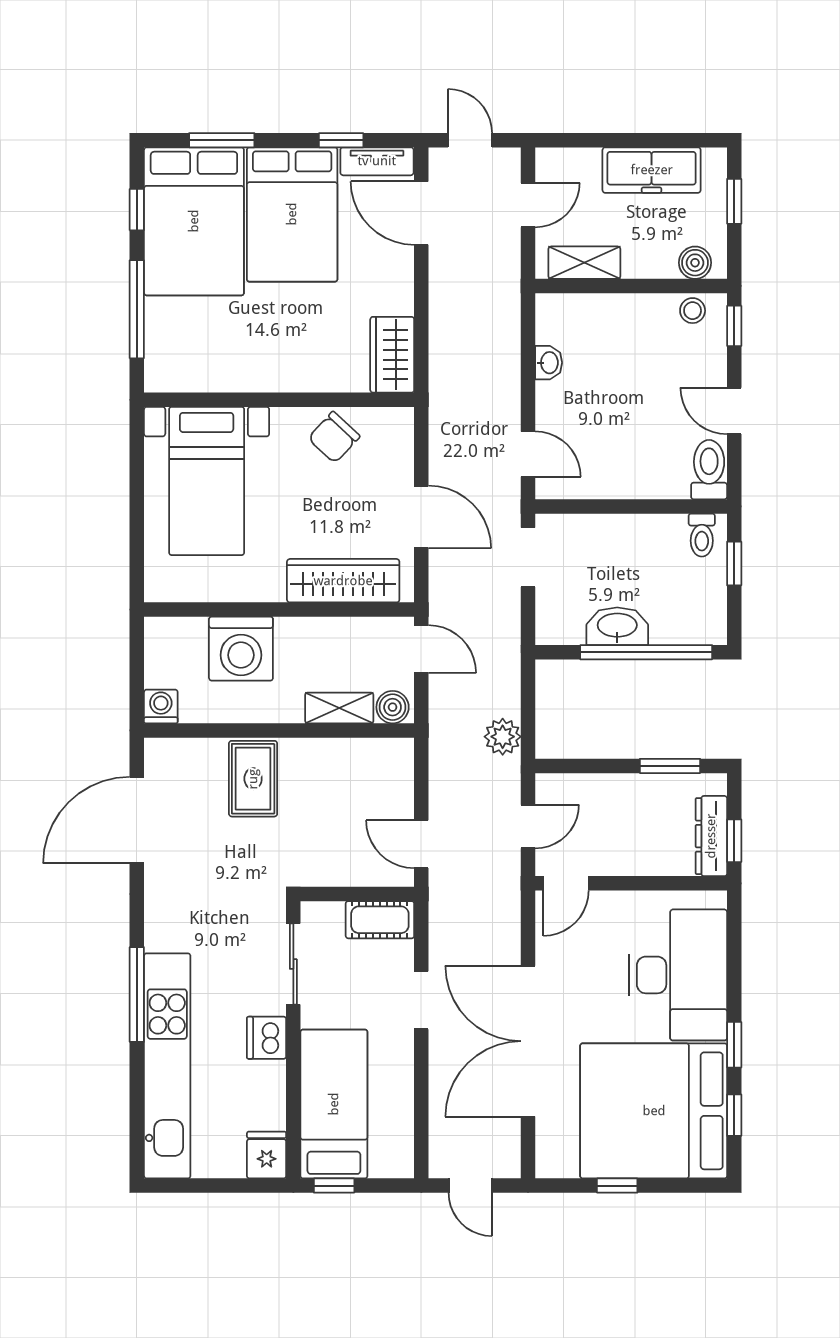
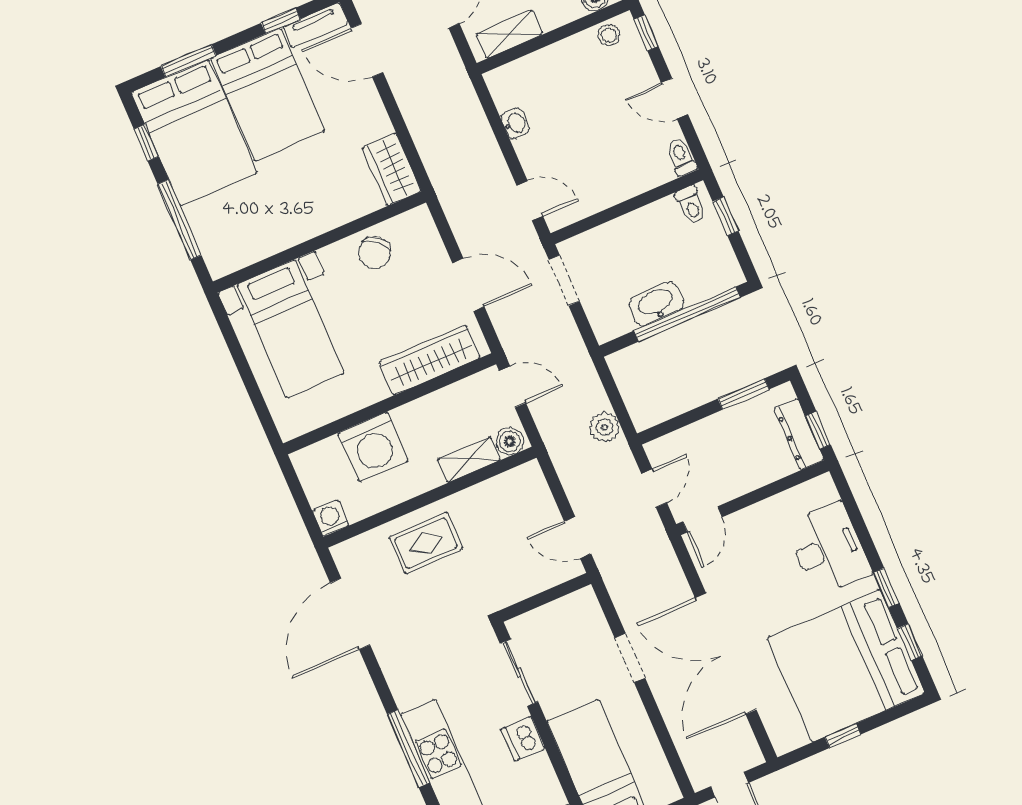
toilet: (709, 470) -> (681, 157), width x0.73, depth x0.72
rug: (253, 779) -> (426, 543), turned 90
cot: (380, 920) -> (571, 610), removed
desk: (678, 975) -> (828, 549), width x0.73, depth x0.77

